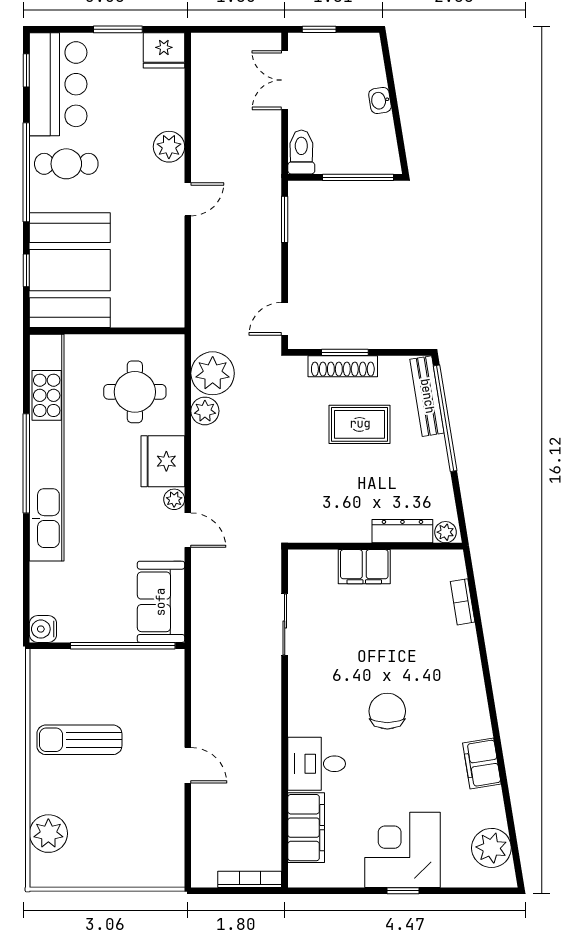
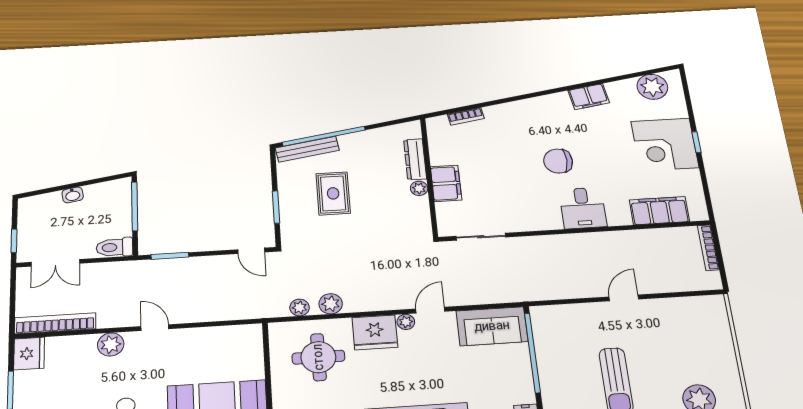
bookcase: (202, 81) -> (55, 323), added
shoe rack: (343, 366) -> (287, 208), removed
plant: (213, 373) -> (300, 307), width x0.53, depth x0.53
plant: (445, 532) -> (419, 188), moved
sliding door: (285, 625) -> (481, 237), moved
desk: (317, 764) -> (583, 208), moved

